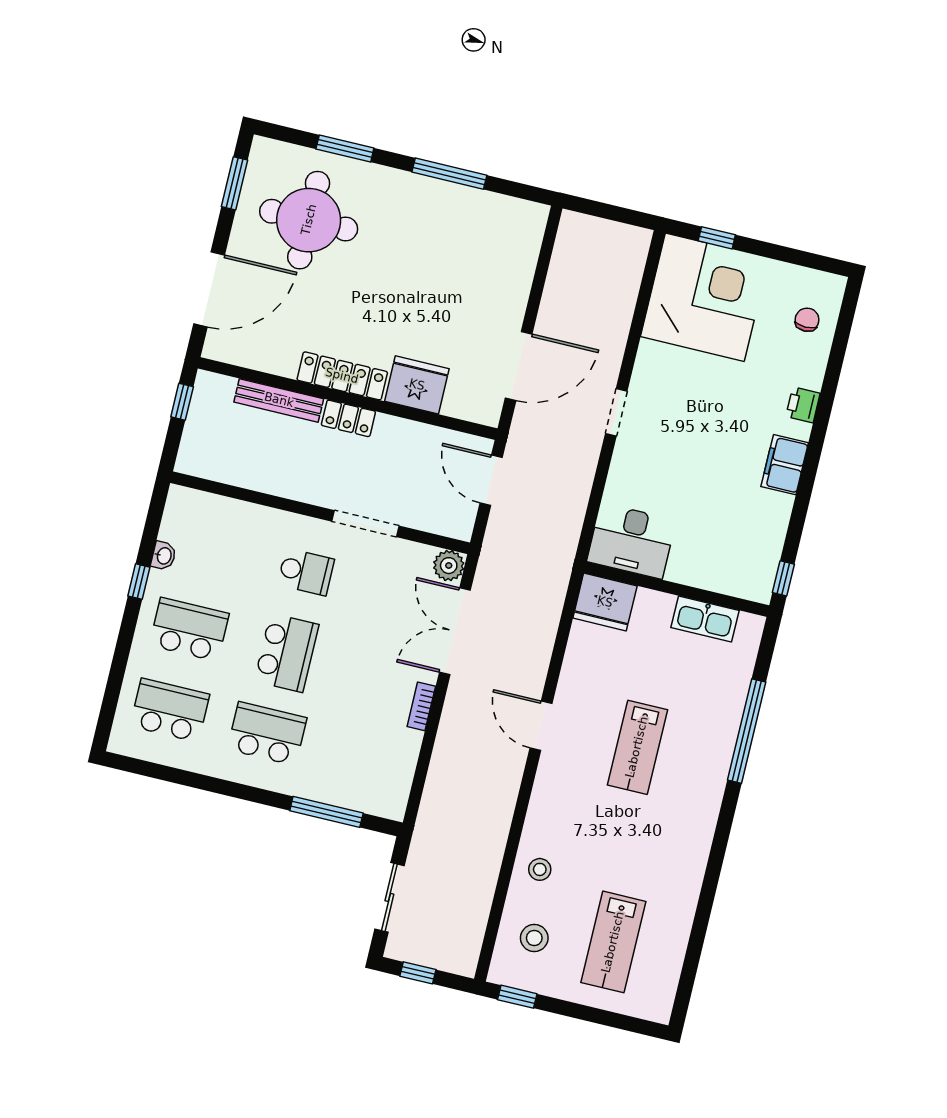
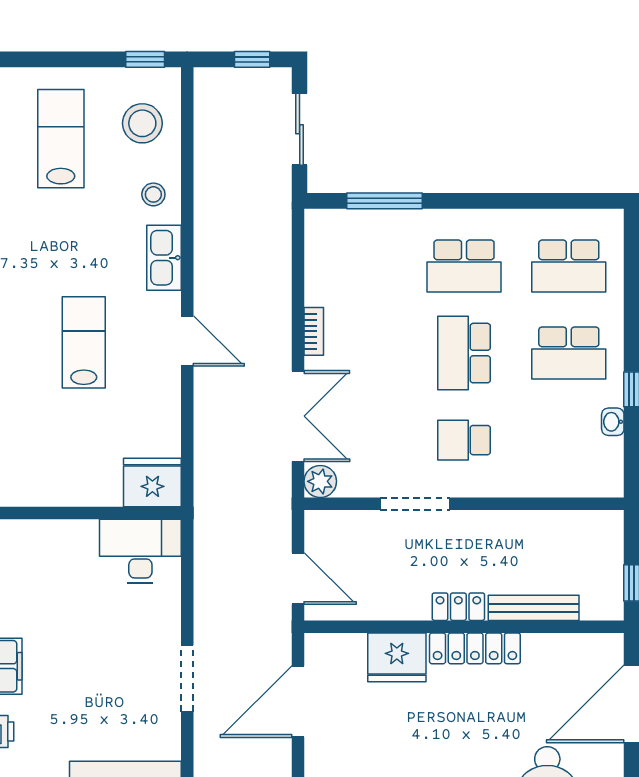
doorway: (616, 412) -> (187, 678), width x1.38
kitchen sink: (705, 619) -> (164, 258), moved, turned -90
stool: (534, 938) -> (142, 123), width x1.38, depth x1.38

